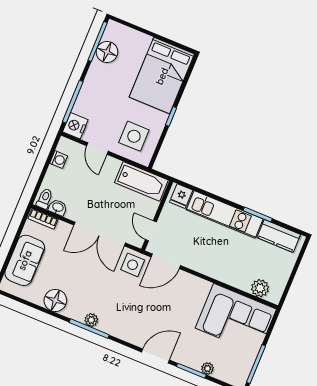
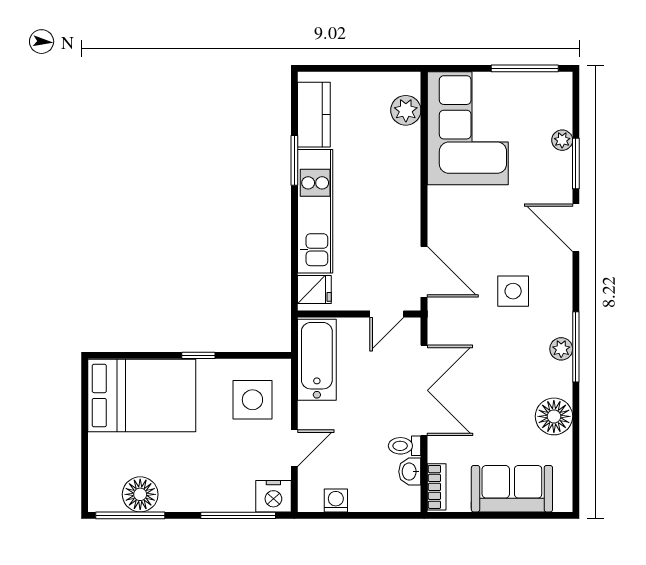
toilet: (45, 199) -> (405, 446), moved
side table: (133, 265) -> (513, 291), moved

